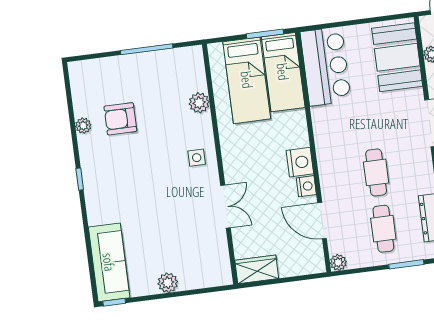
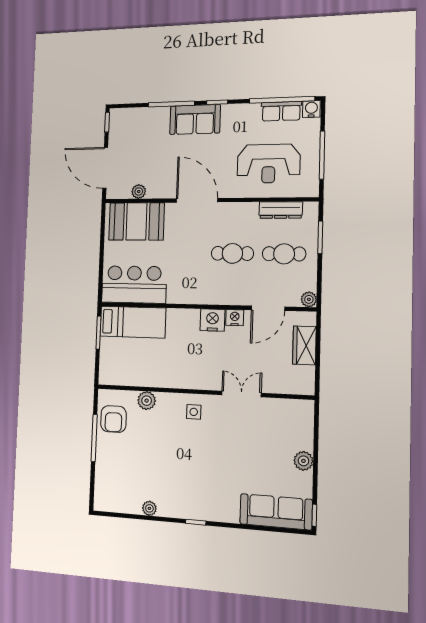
bed: (247, 80) -> (134, 355), removed
armchair: (120, 119) -> (113, 419), moved
wardrobe: (257, 269) -> (304, 345), moved

